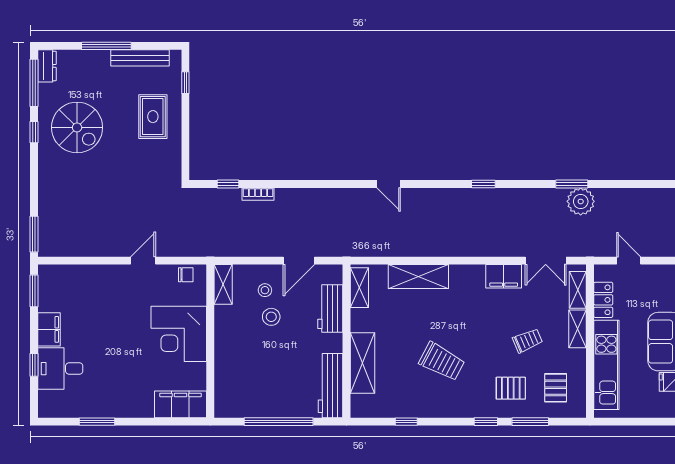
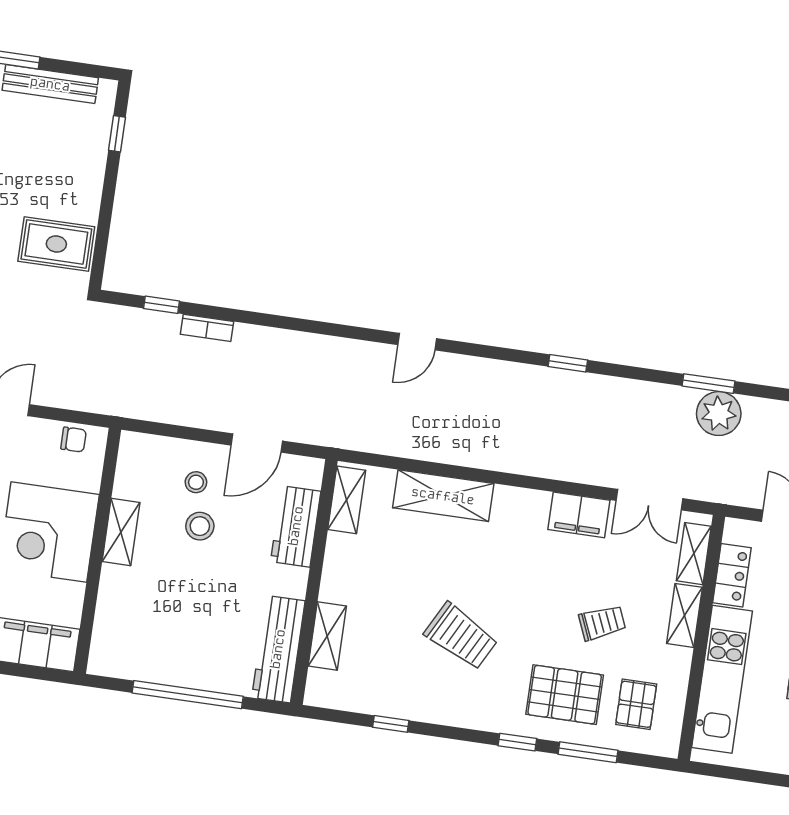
rug: (153, 117) -> (56, 244), moved, turned 90
door: (389, 184) -> (417, 342), hinge flipped
shelving: (223, 284) -> (121, 532), moved
shelving: (362, 363) -> (327, 636), width x0.67, depth x0.75
pallet: (511, 388) -> (565, 695), width x1.50, depth x1.42

